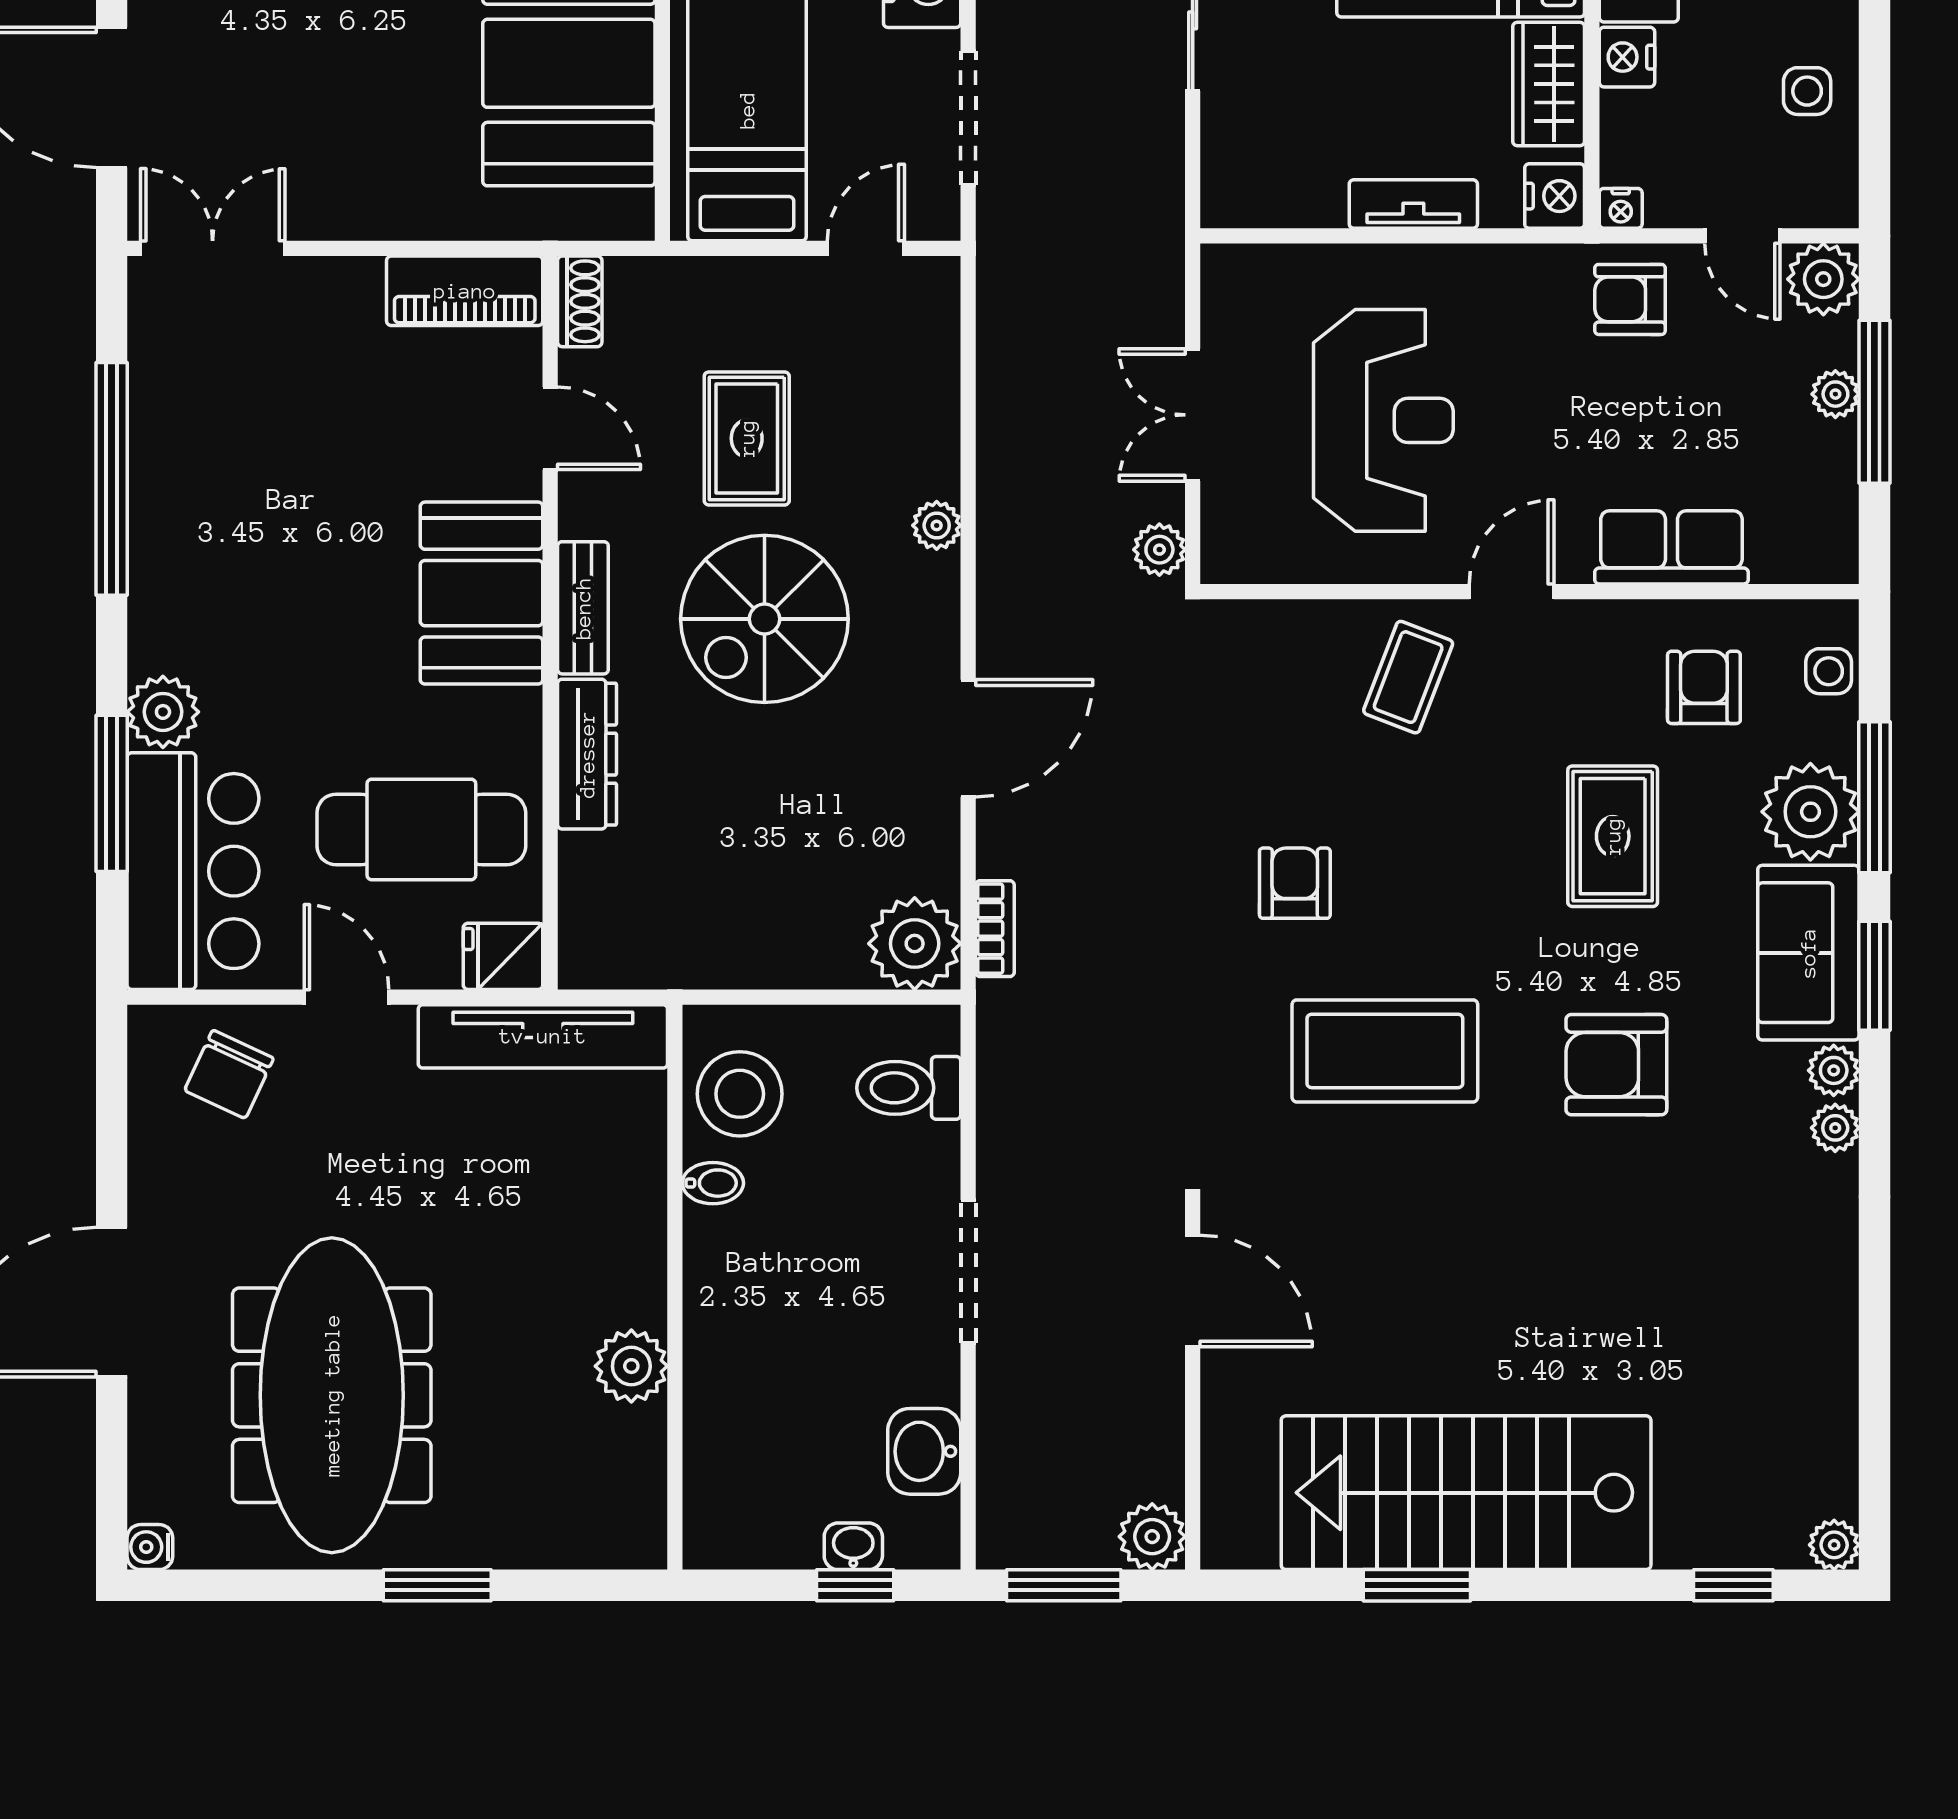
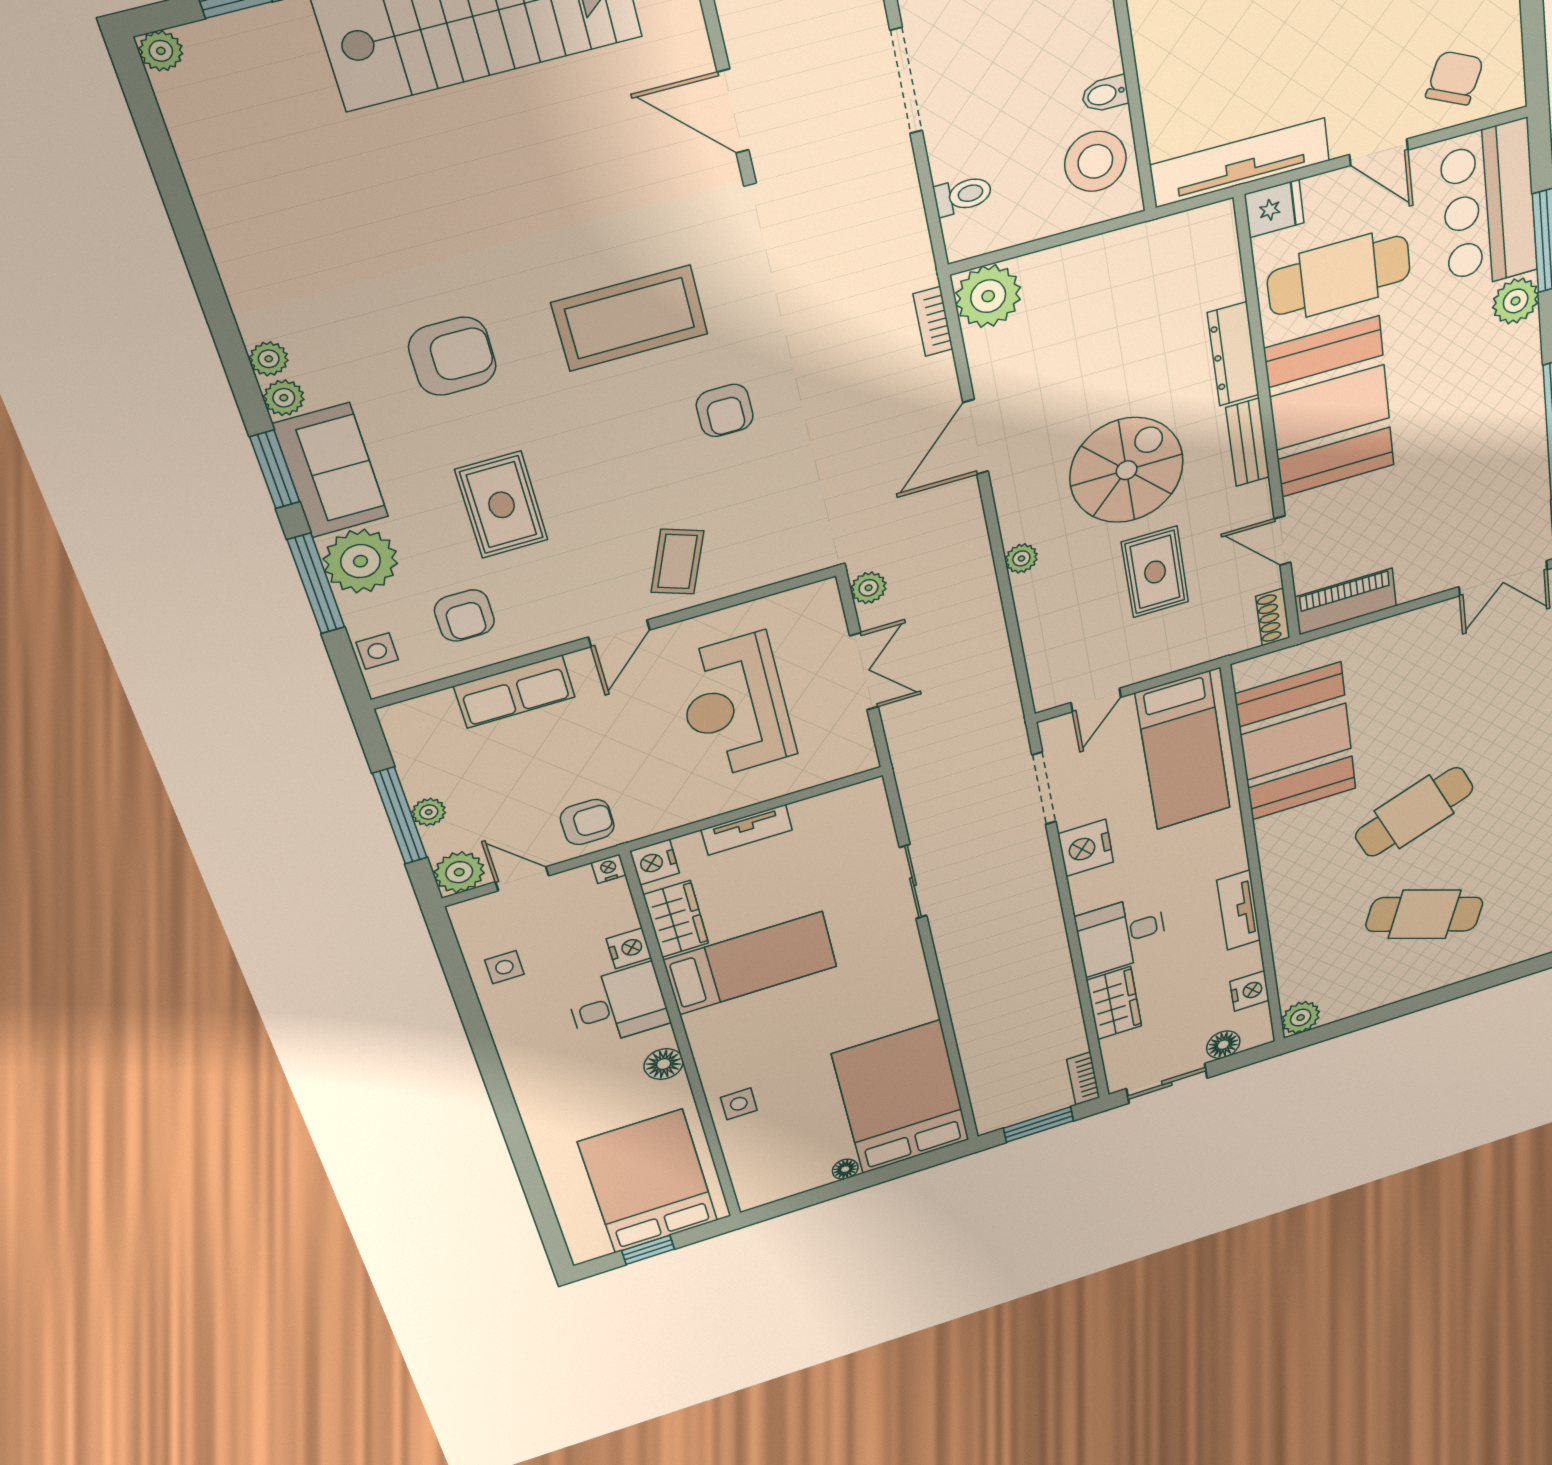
booth: (482, 593) -> (1330, 408), width x1.36, depth x1.42
toilet: (909, 1088) -> (963, 195), width x0.73, depth x0.72

